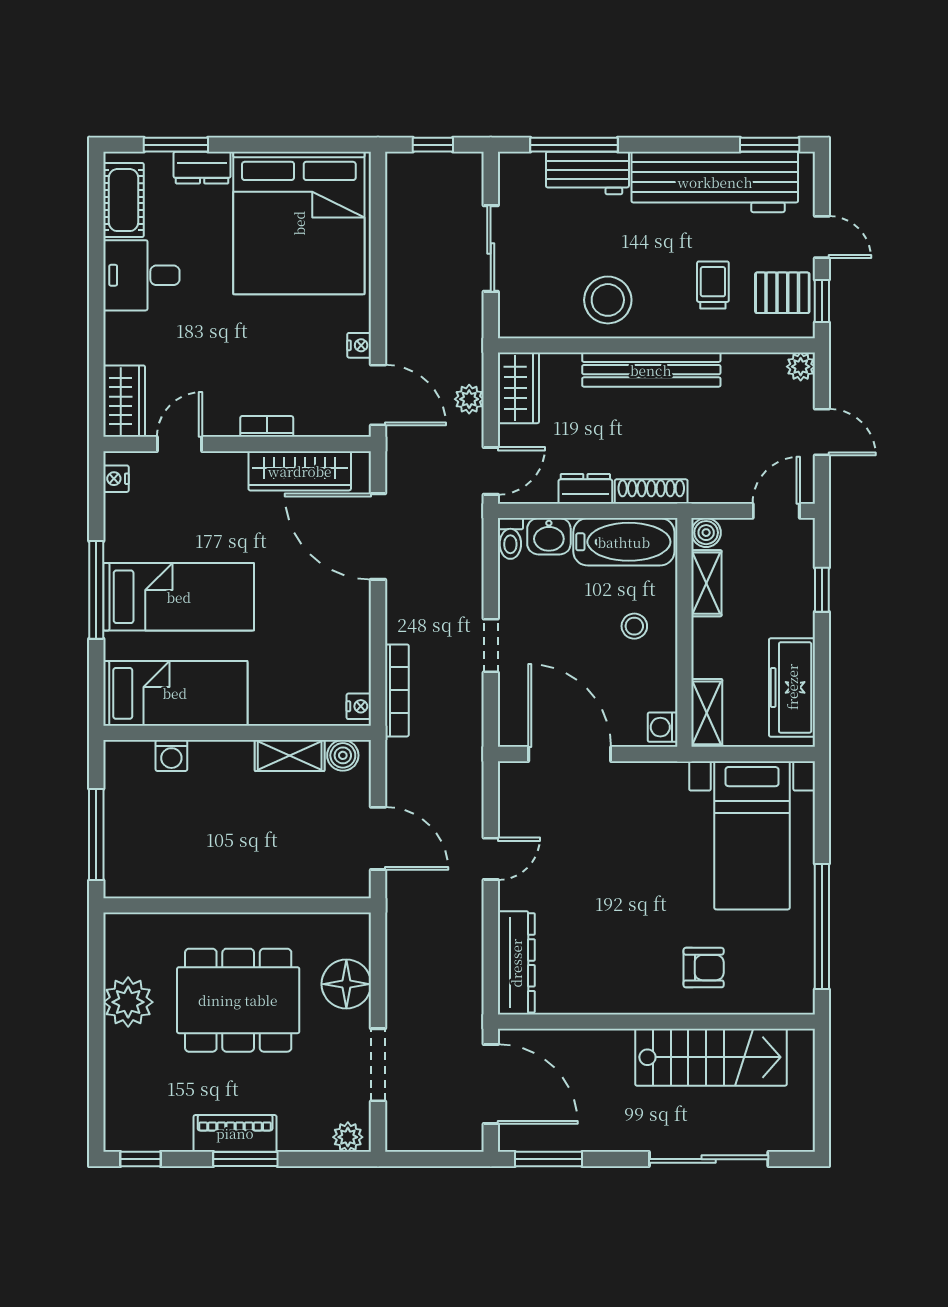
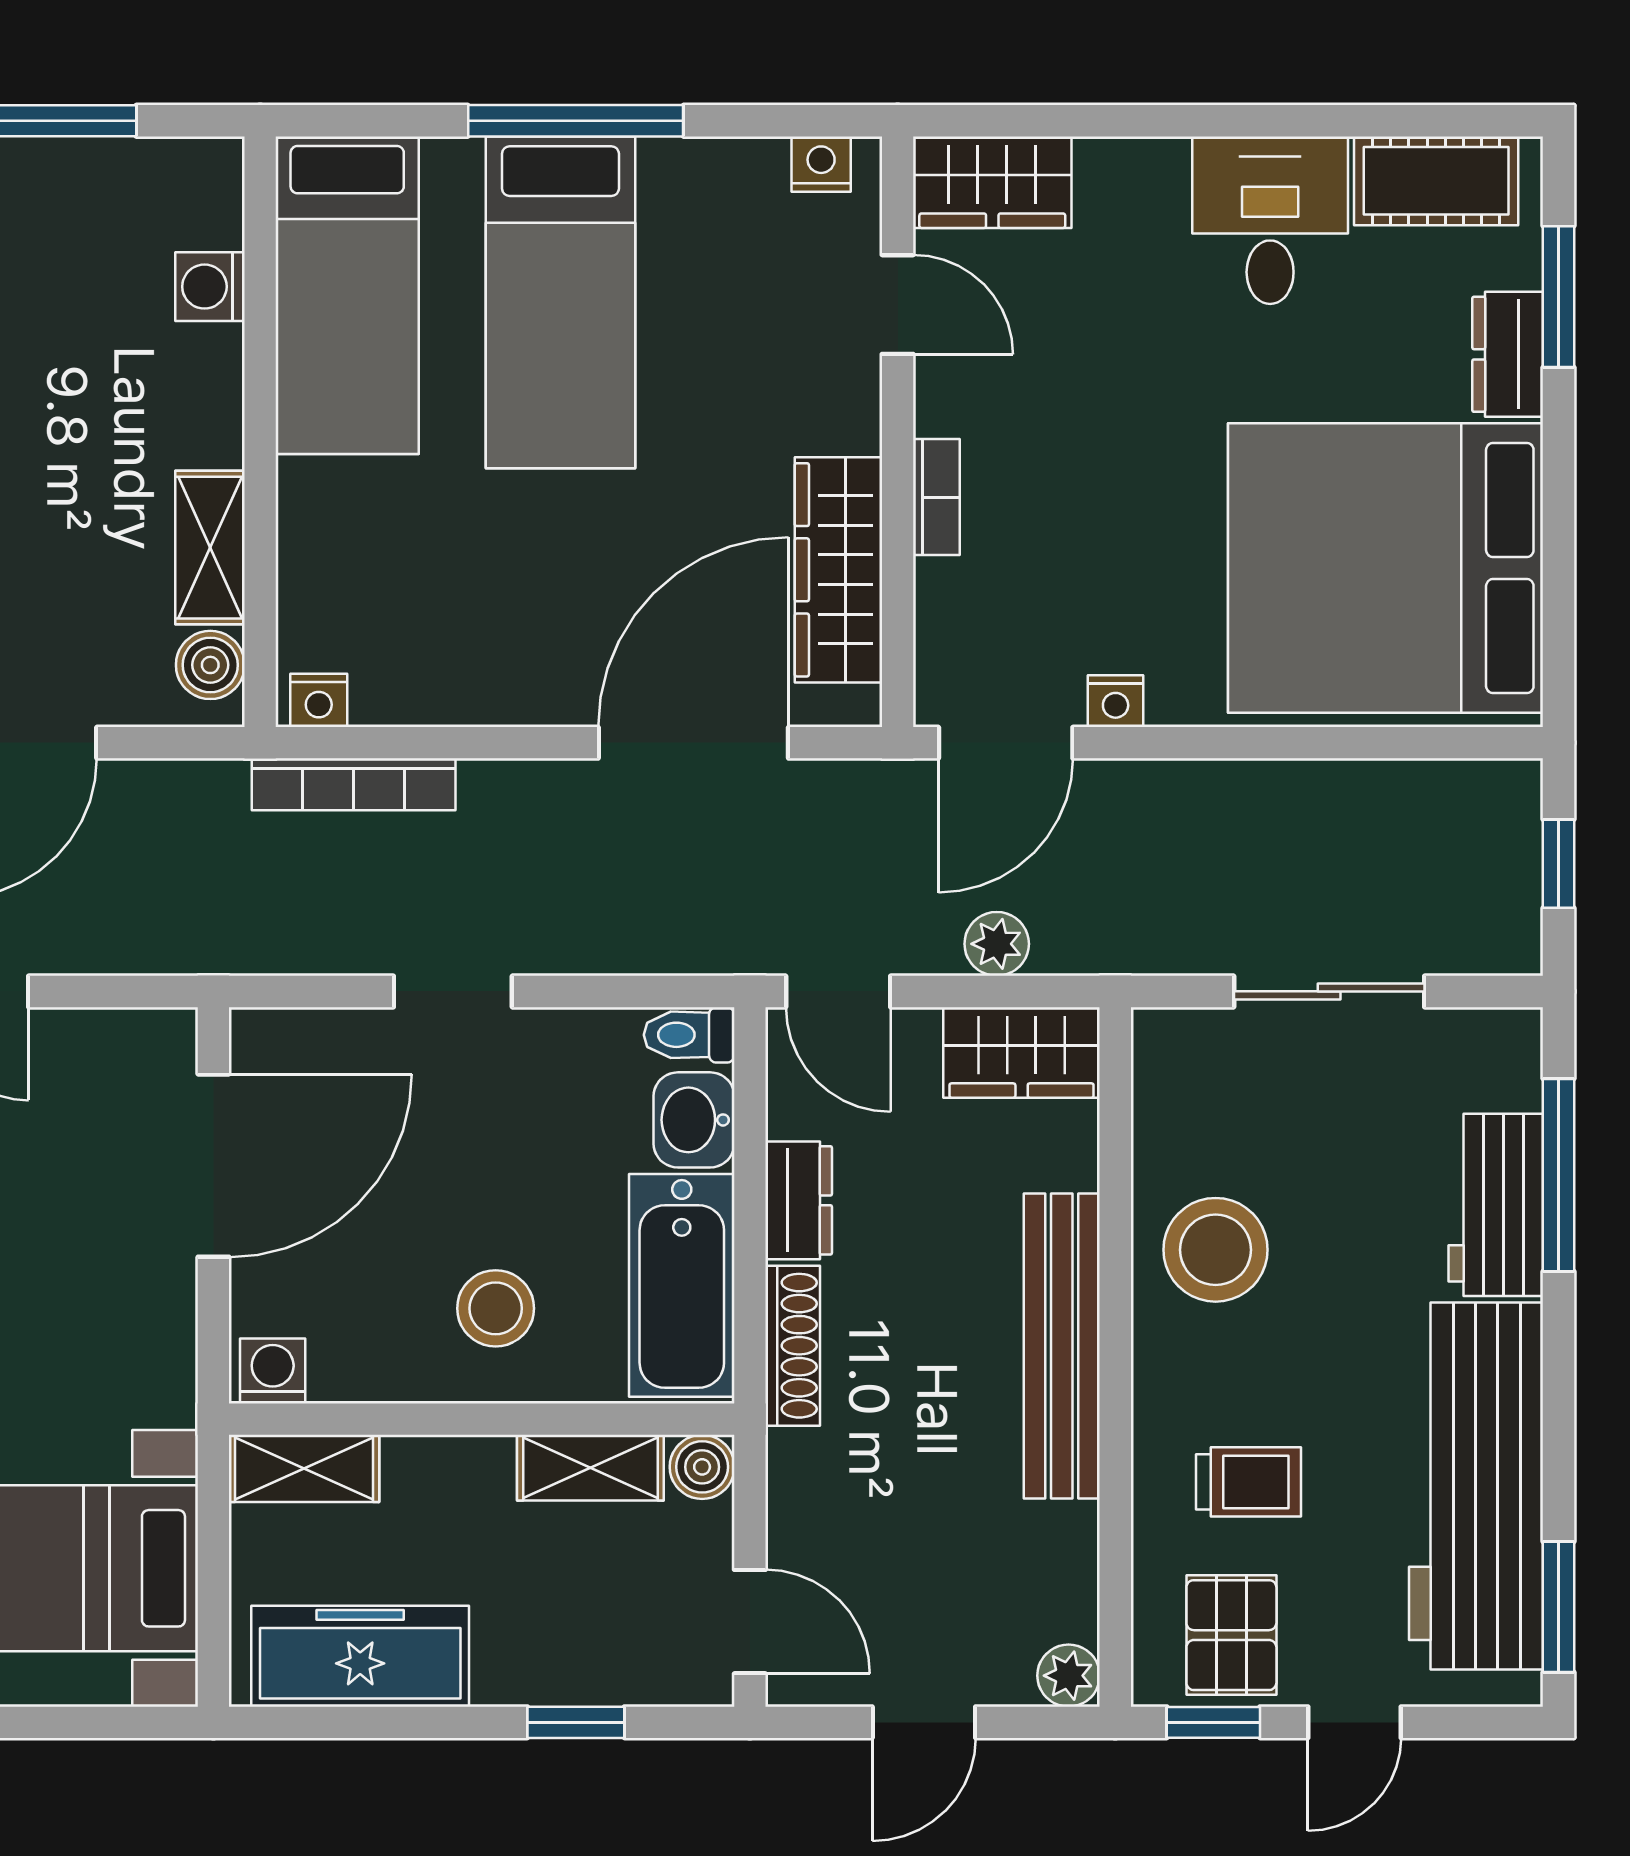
stool: (634, 626) -> (496, 1308), width x1.37, depth x1.37

